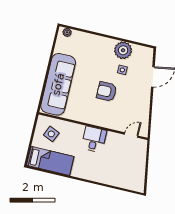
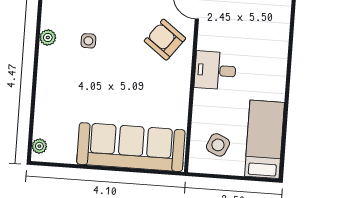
plant: (123, 50) -> (48, 37), width x0.53, depth x0.53
armchair: (107, 91) -> (165, 40), moved, turned 127

